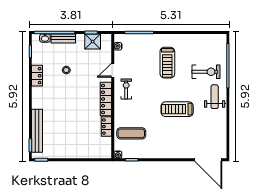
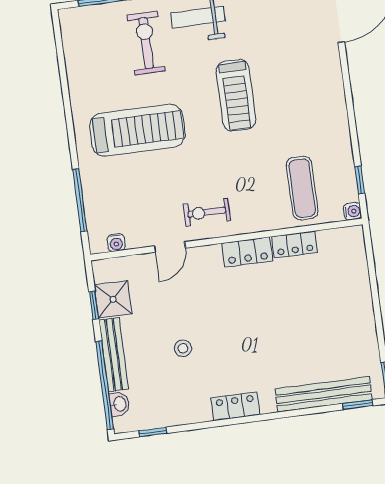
bench: (63, 38) -> (114, 355), width x1.36
treadmill: (167, 63) -> (137, 130), width x1.37, depth x1.38
door: (113, 70) -> (170, 247), hinge flipped
locker: (37, 76) -> (235, 406), moved
locker: (106, 99) -> (247, 252), width x0.66

